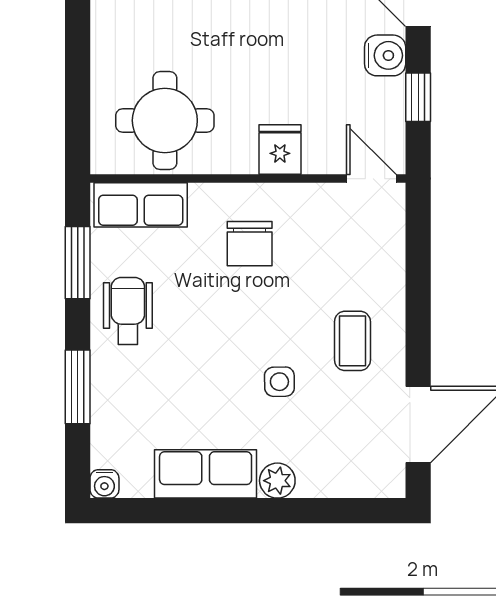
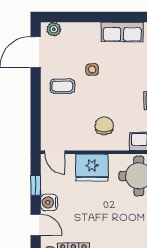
fridge: (280, 149) -> (92, 168), width x1.88, depth x1.34
coffee table: (352, 341) -> (62, 86), turned 90
plant: (277, 481) -> (54, 29), moved

